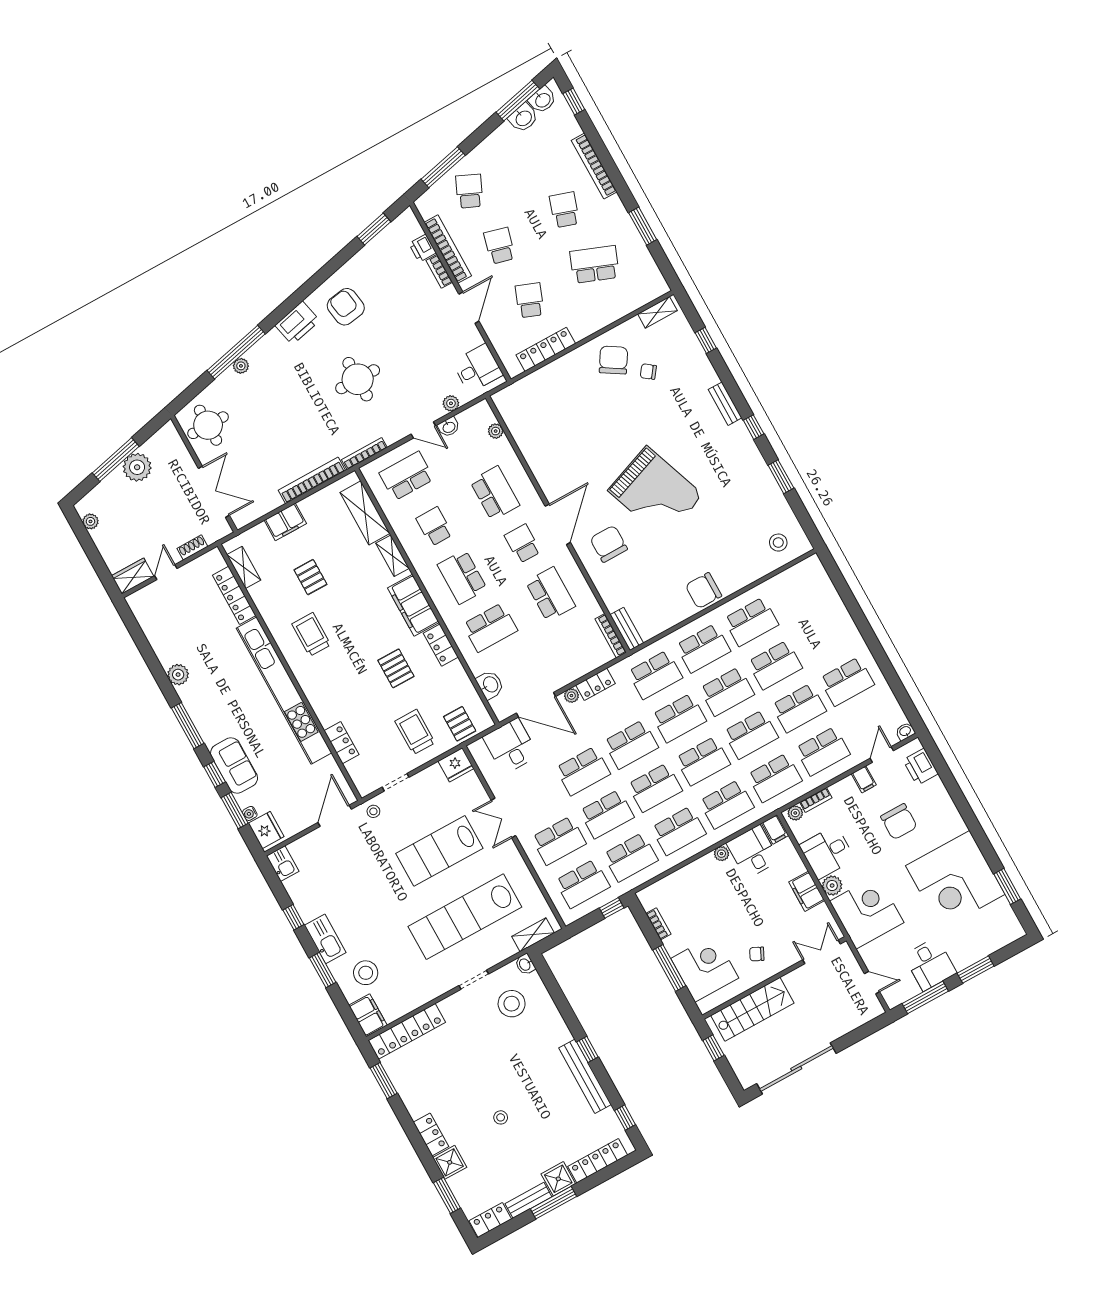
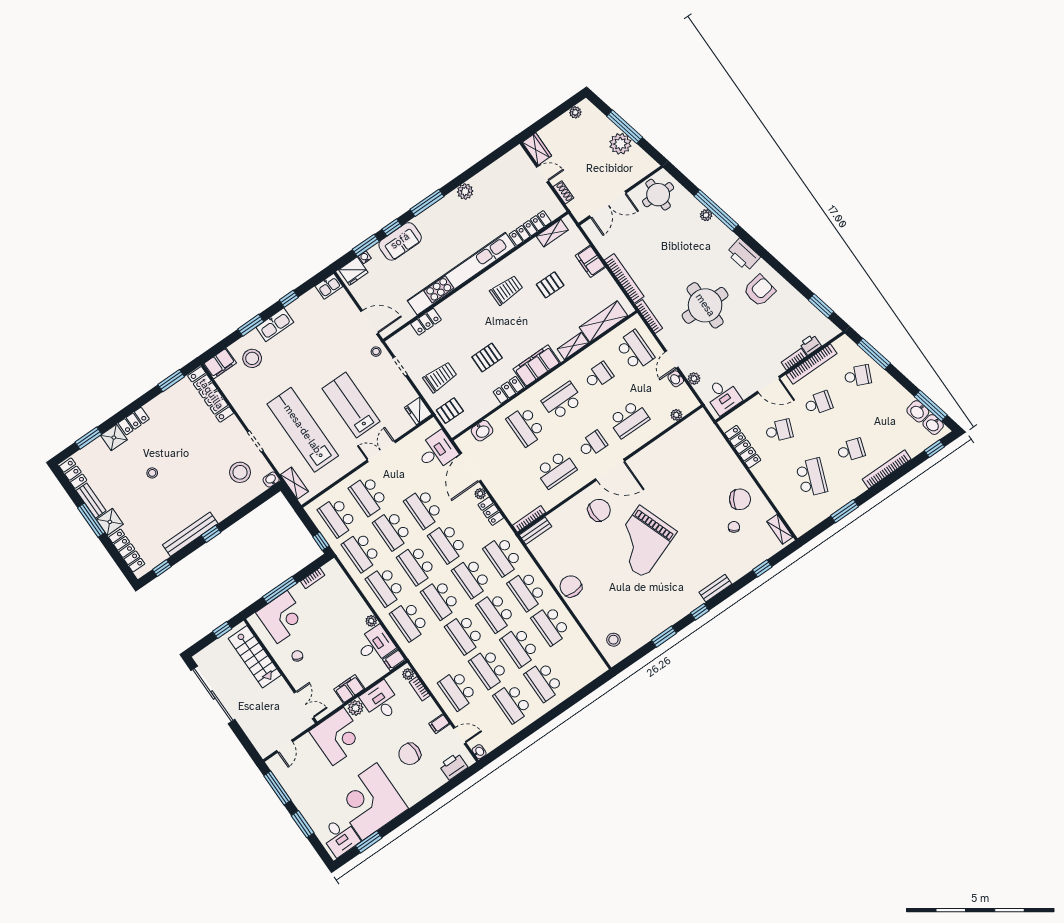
round table: (358, 379) -> (705, 305), width x1.36, depth x1.36
school desk: (775, 778) -> (544, 681), moved
desk: (930, 964) -> (340, 837), moved, turned -90

